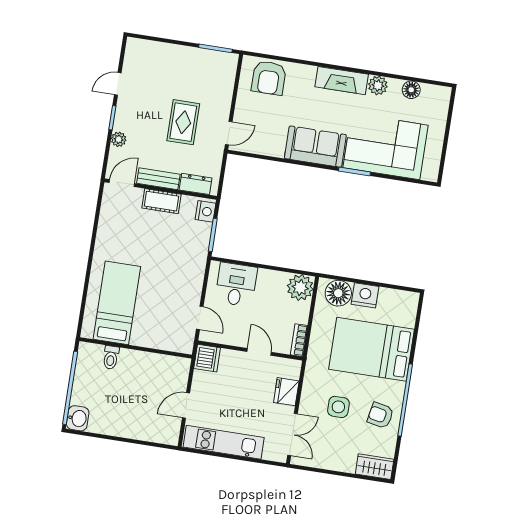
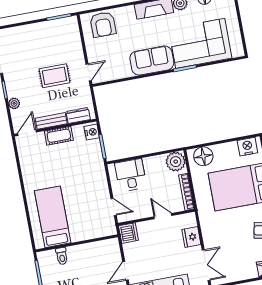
rug: (183, 122) -> (55, 76), turned 90
nightstand: (365, 295) -> (247, 147), moved
bookcase: (299, 340) -> (186, 192), width x1.56
side table: (338, 407) -> (231, 235), removed

